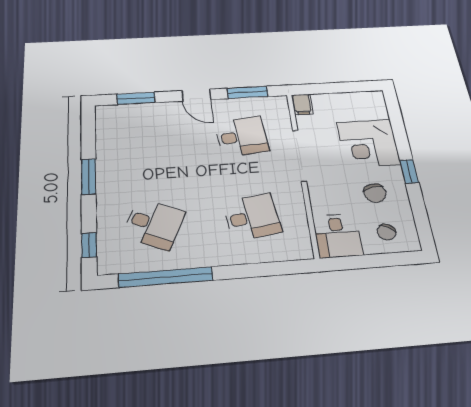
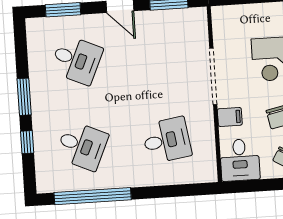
filing cabinet: (302, 104) -> (230, 117), moved, turned -90
desk: (242, 136) -> (76, 60), moved, turned 30
window: (89, 245) -> (27, 142), moved

